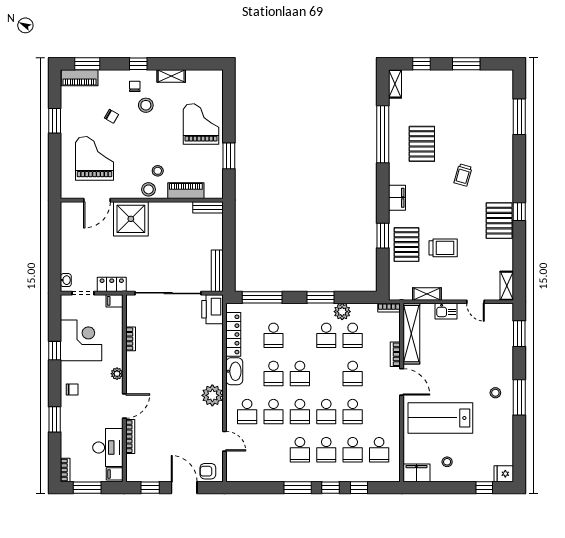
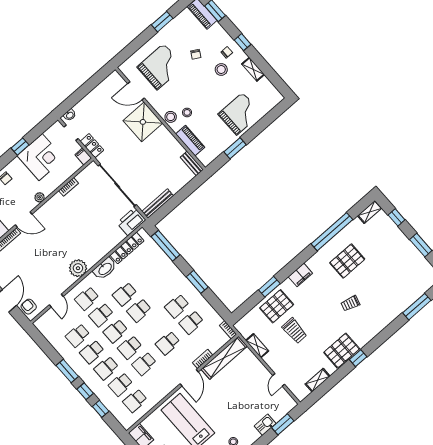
shelving: (507, 286) -> (318, 380), moved
kitchen sink: (446, 311) -> (265, 425), moved, turned 90
plant: (342, 312) -> (200, 303), removed
school desk: (273, 335) -> (78, 335), moved

